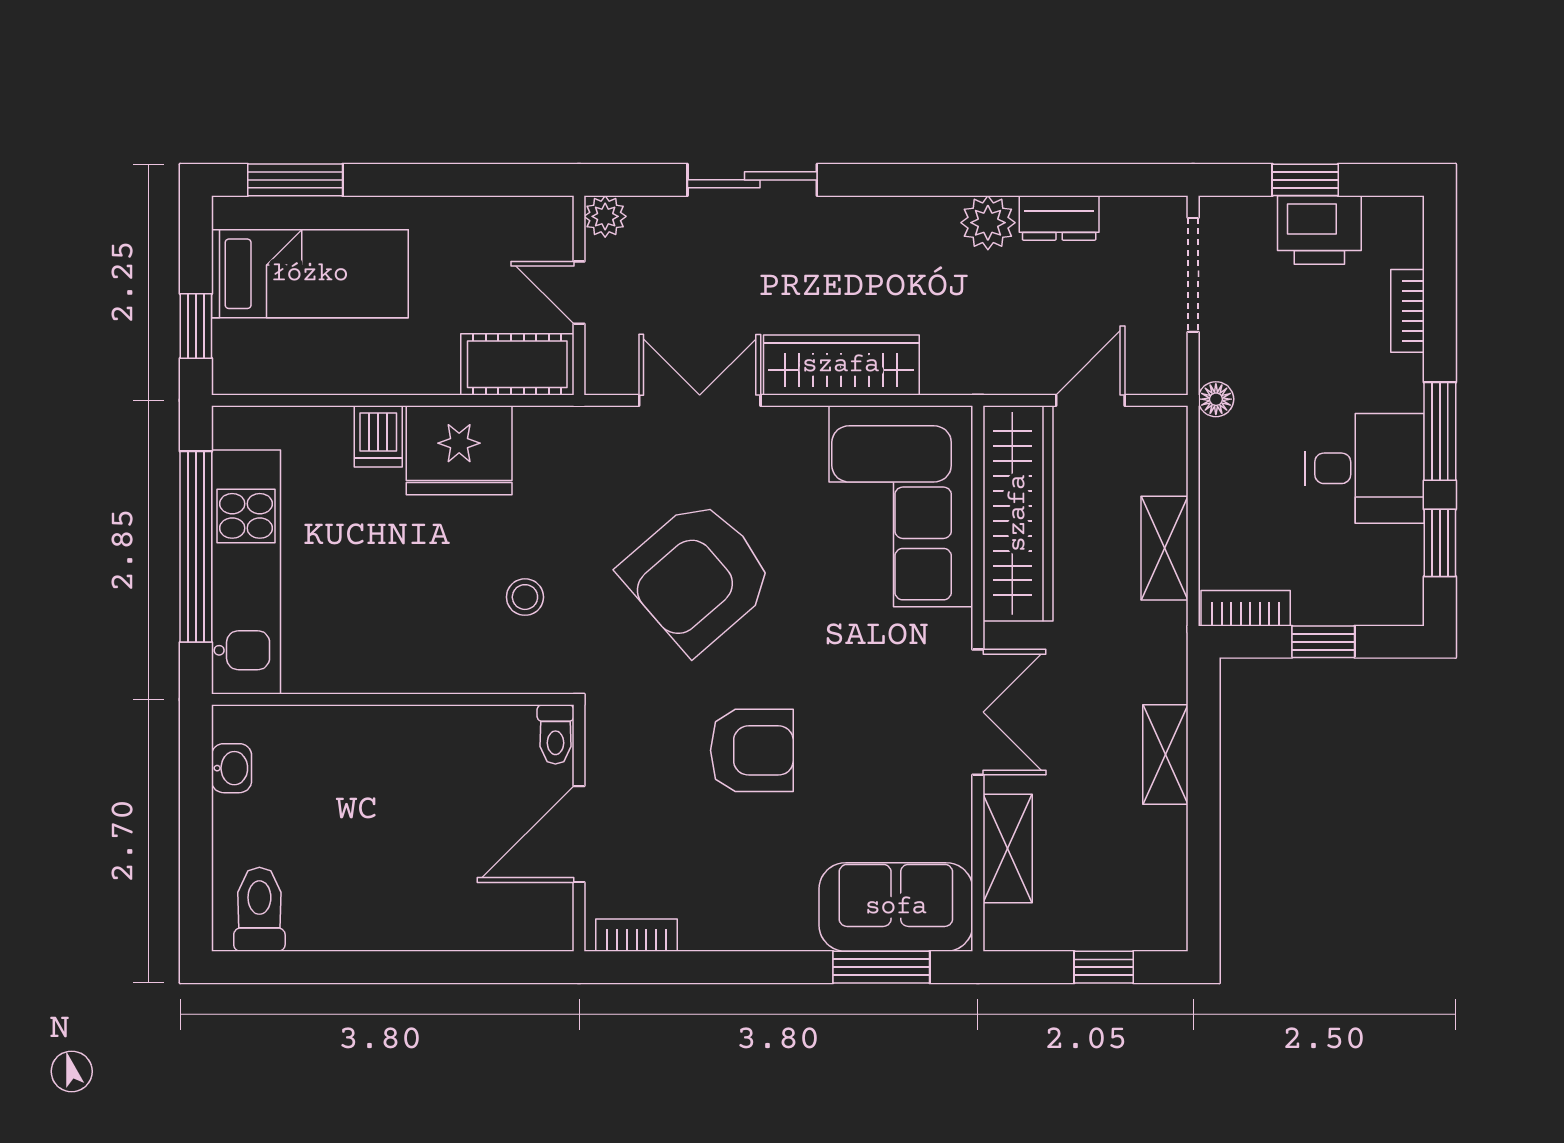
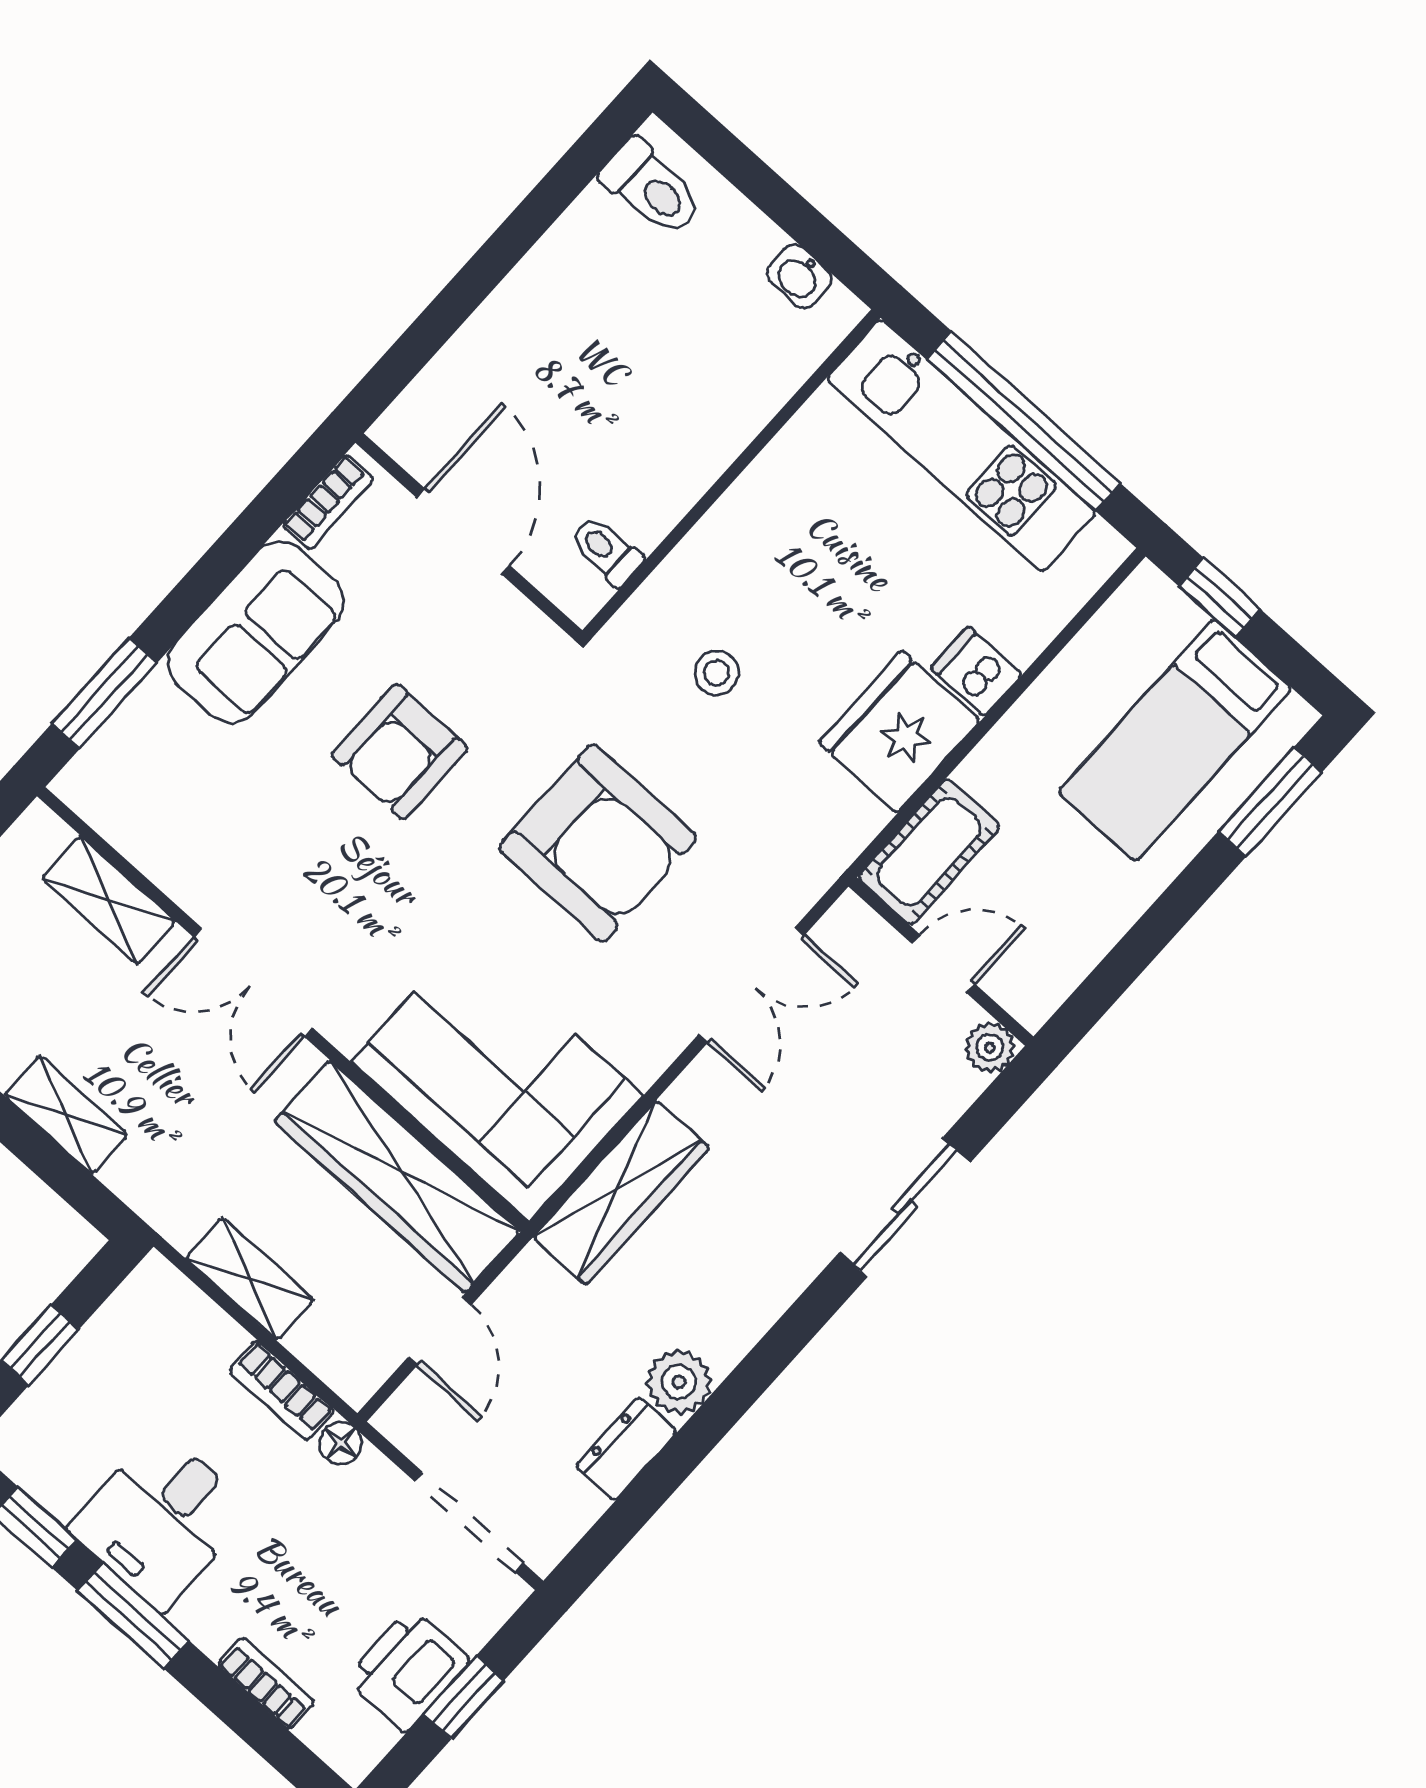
wardrobe: (841, 365) -> (621, 1193), moved
armchair: (698, 576) -> (598, 843), turned 131
bookcase: (1246, 608) -> (282, 1390), moved, turned 90
toilet: (555, 734) -> (606, 551), moved
sofa: (896, 907) -> (256, 632), moved

